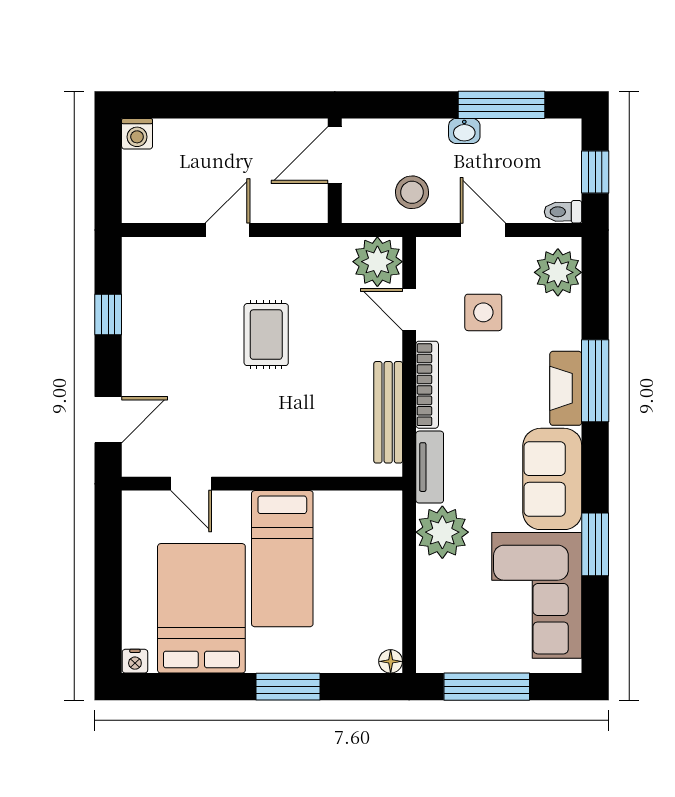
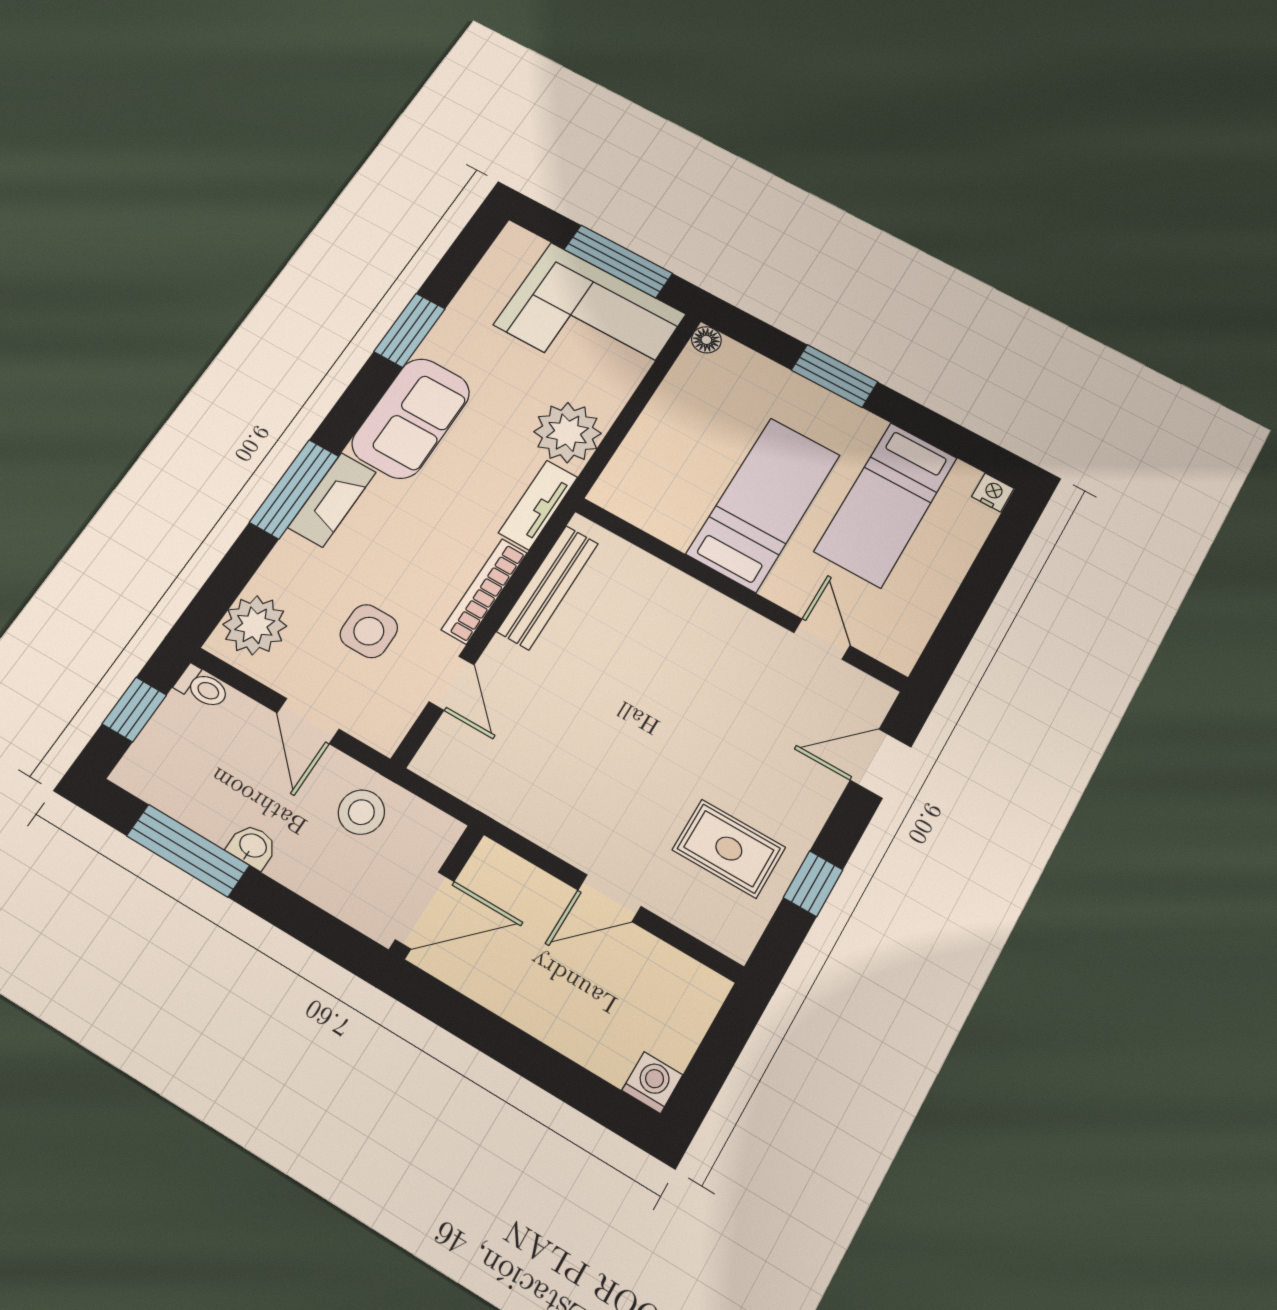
plant: (377, 262) -> (454, 757), removed
rug: (266, 335) -> (729, 849), moved, turned 90
corner sofa: (537, 595) -> (590, 319), moved, turned 90
bed: (201, 608) -> (886, 504), width x0.67

